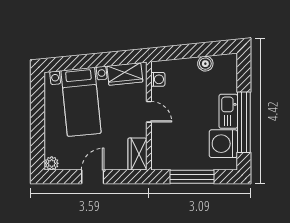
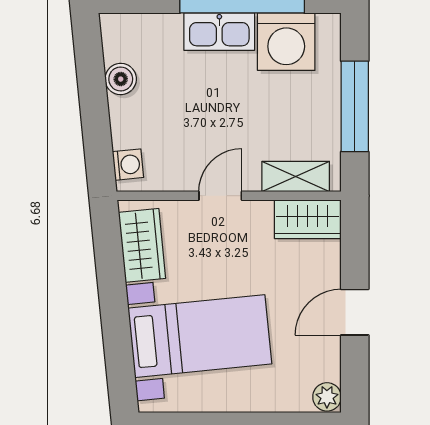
washing machine: (158, 79) -> (128, 165), moved, turned 84
shelving: (158, 148) -> (296, 176), added
door: (93, 177) -> (355, 312), hinge flipped

